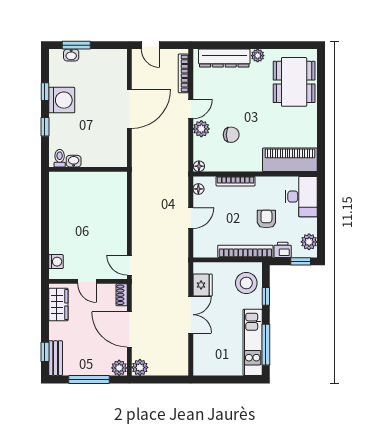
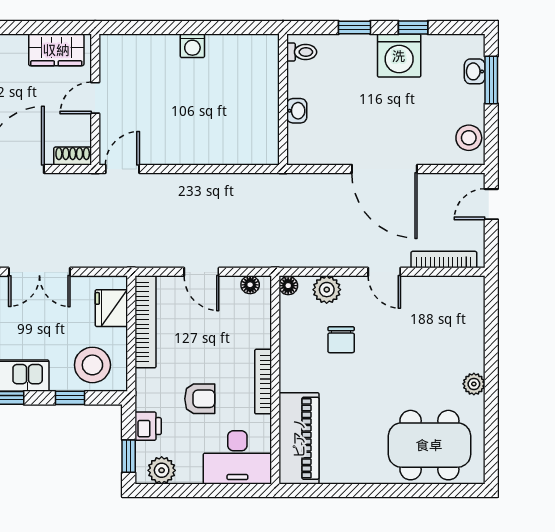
dresser: (224, 58) -> (470, 328), removed
stool: (111, 59) -> (469, 138), added
plant: (201, 129) -> (327, 290), moved
washbasin: (74, 161) -> (297, 111), moved
bookcase: (236, 181) -> (263, 382), moved
bookcase: (245, 251) -> (146, 322), moved
washing machine: (56, 262) -> (192, 46), moved
fridge: (203, 285) -> (111, 308), moved, turned 90

